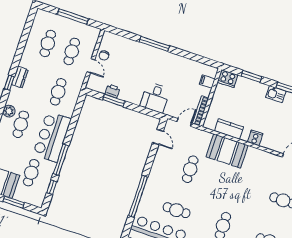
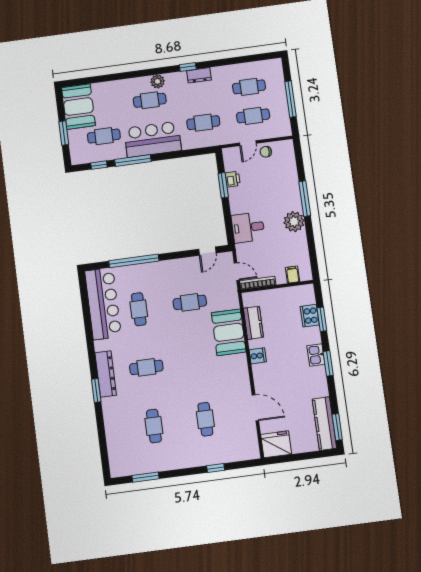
plant: (168, 61) -> (294, 222), added
cooker: (228, 79) -> (310, 316), moved

